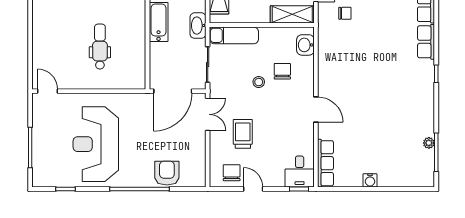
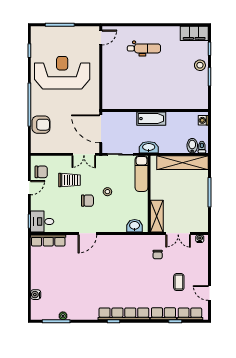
row of seats: (426, 42) -> (124, 314), width x2.02
dental chair: (100, 47) -> (144, 48), moved
chair: (282, 71) -> (87, 201), moved
water cooler: (370, 180) -> (36, 295), moved

